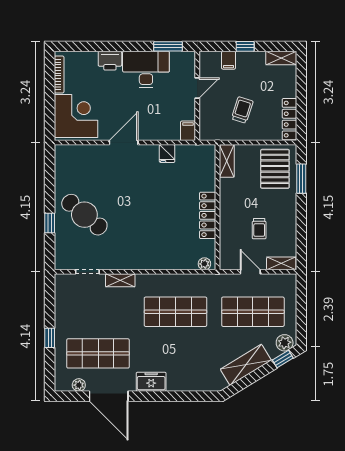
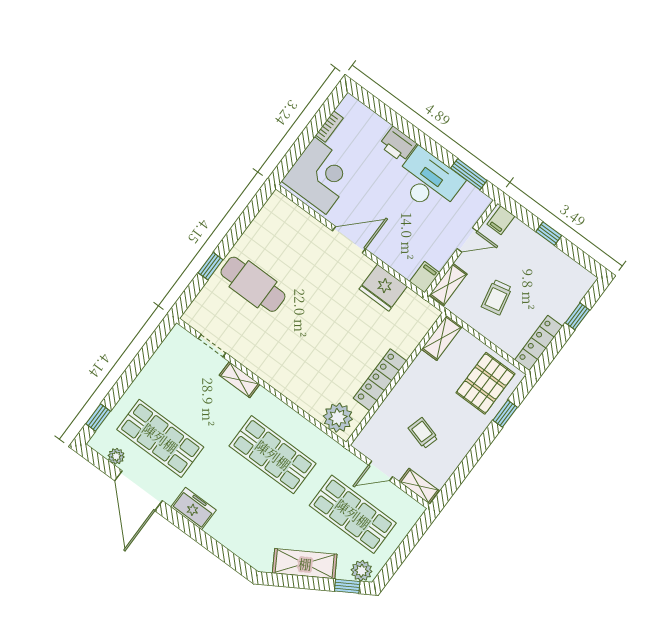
shelving: (281, 58) -> (448, 284), moved, turned 90
filing cabinet: (229, 60) -> (501, 220), moved
bookcase: (59, 74) -> (329, 127), width x0.64
window: (301, 85) -> (577, 316), added
trolley: (242, 110) -> (497, 297), turned 150
fridge: (167, 154) -> (383, 288), width x1.88, depth x1.34
window: (301, 179) -> (505, 414), width x0.67
cafe table: (84, 215) -> (253, 284), turned -40
trolley: (259, 229) -> (423, 433), turned 106
plant: (204, 264) -> (338, 418), width x1.87, depth x1.87
door: (250, 272) -> (381, 471), swing flipped
window: (50, 338) -> (98, 418), moved

